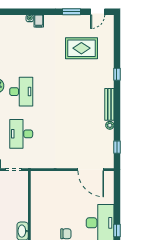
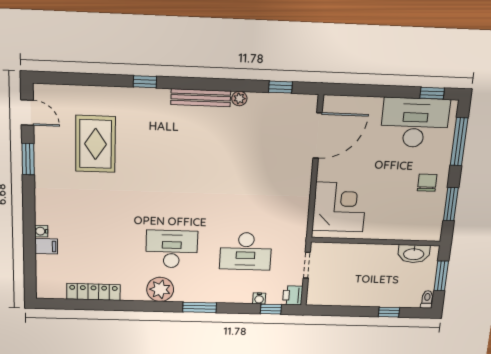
filing cabinet: (39, 21) -> (46, 246), moved
corner desk: (50, 185) -> (339, 207), added

